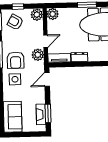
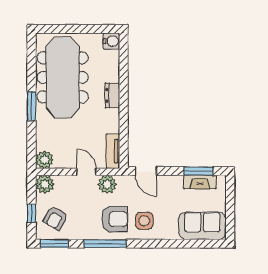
dresser: (79, 57) -> (112, 95), moved

